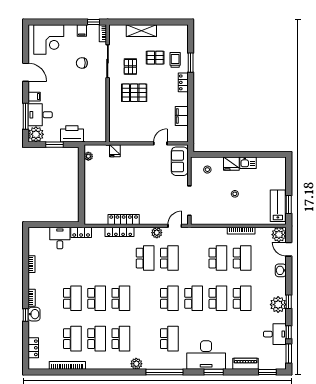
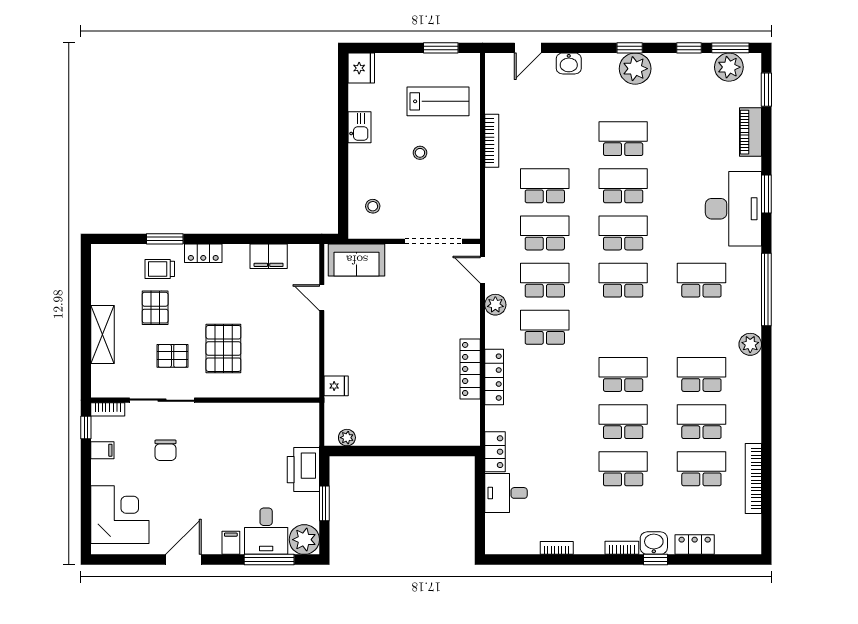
fridge: (231, 164) -> (361, 68), moved
lab bench: (278, 206) -> (438, 101), moved, turned 180
plant: (279, 235) -> (729, 67), moved
school desk: (242, 258) -> (545, 233), moved
desk: (275, 334) -> (693, 75), removed
locker: (33, 348) -> (695, 545), moved

